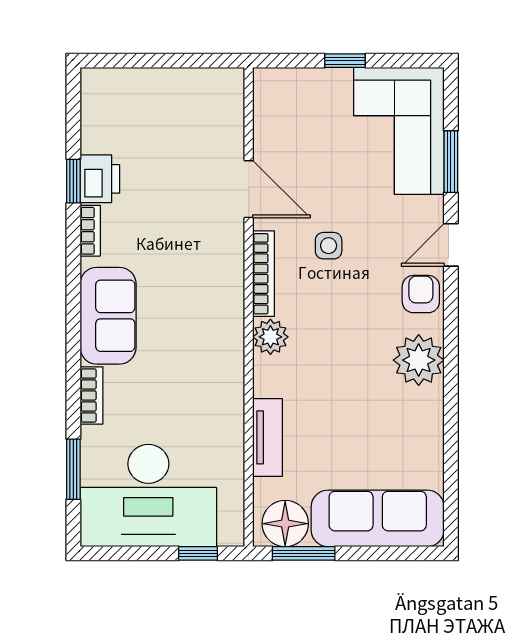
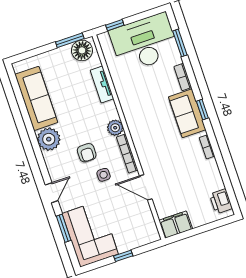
filing cabinet: (212, 89) -> (176, 225), added
printer: (100, 179) -> (221, 201), moved
window: (73, 181) -> (202, 110), moved
armchair: (421, 294) -> (87, 153), moved
sofa: (378, 518) -> (36, 98), moved, turned -90

